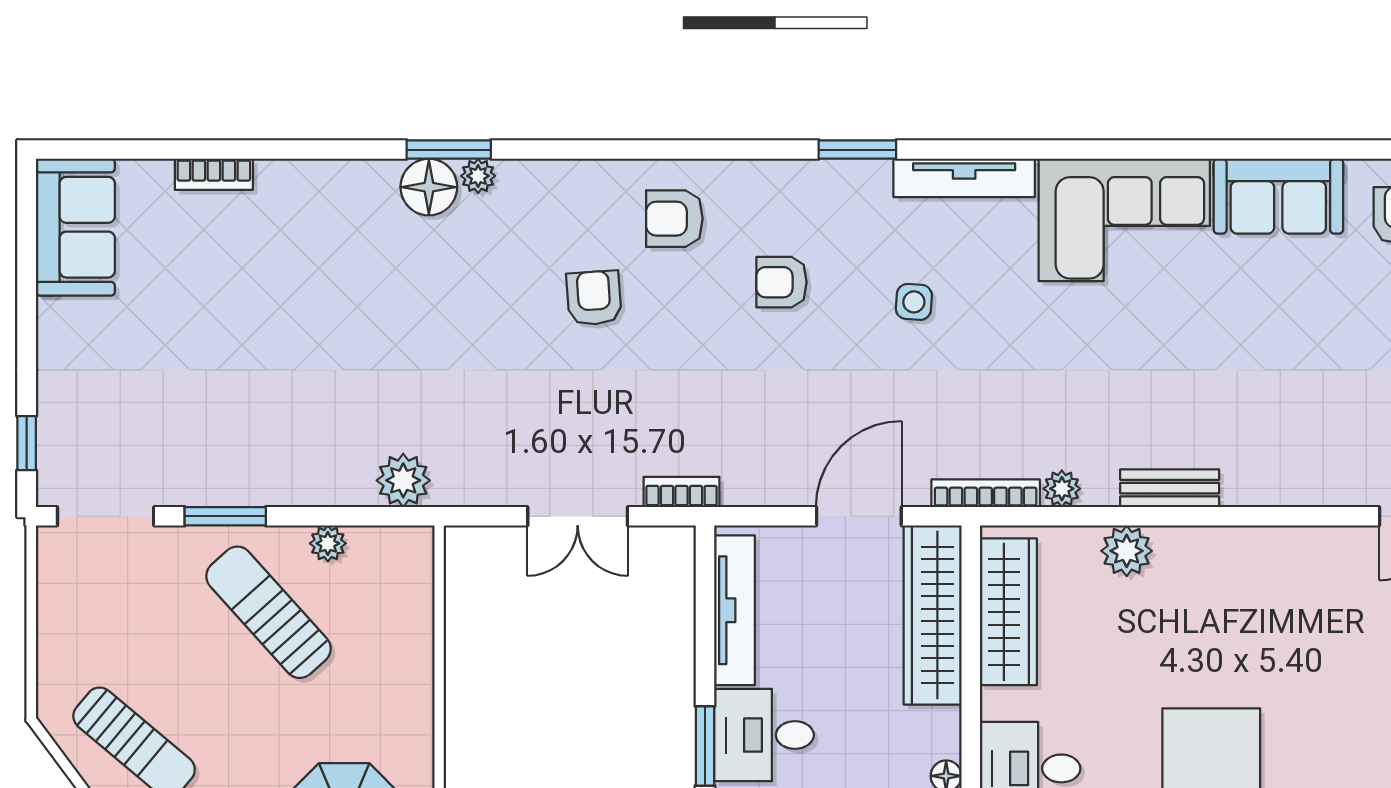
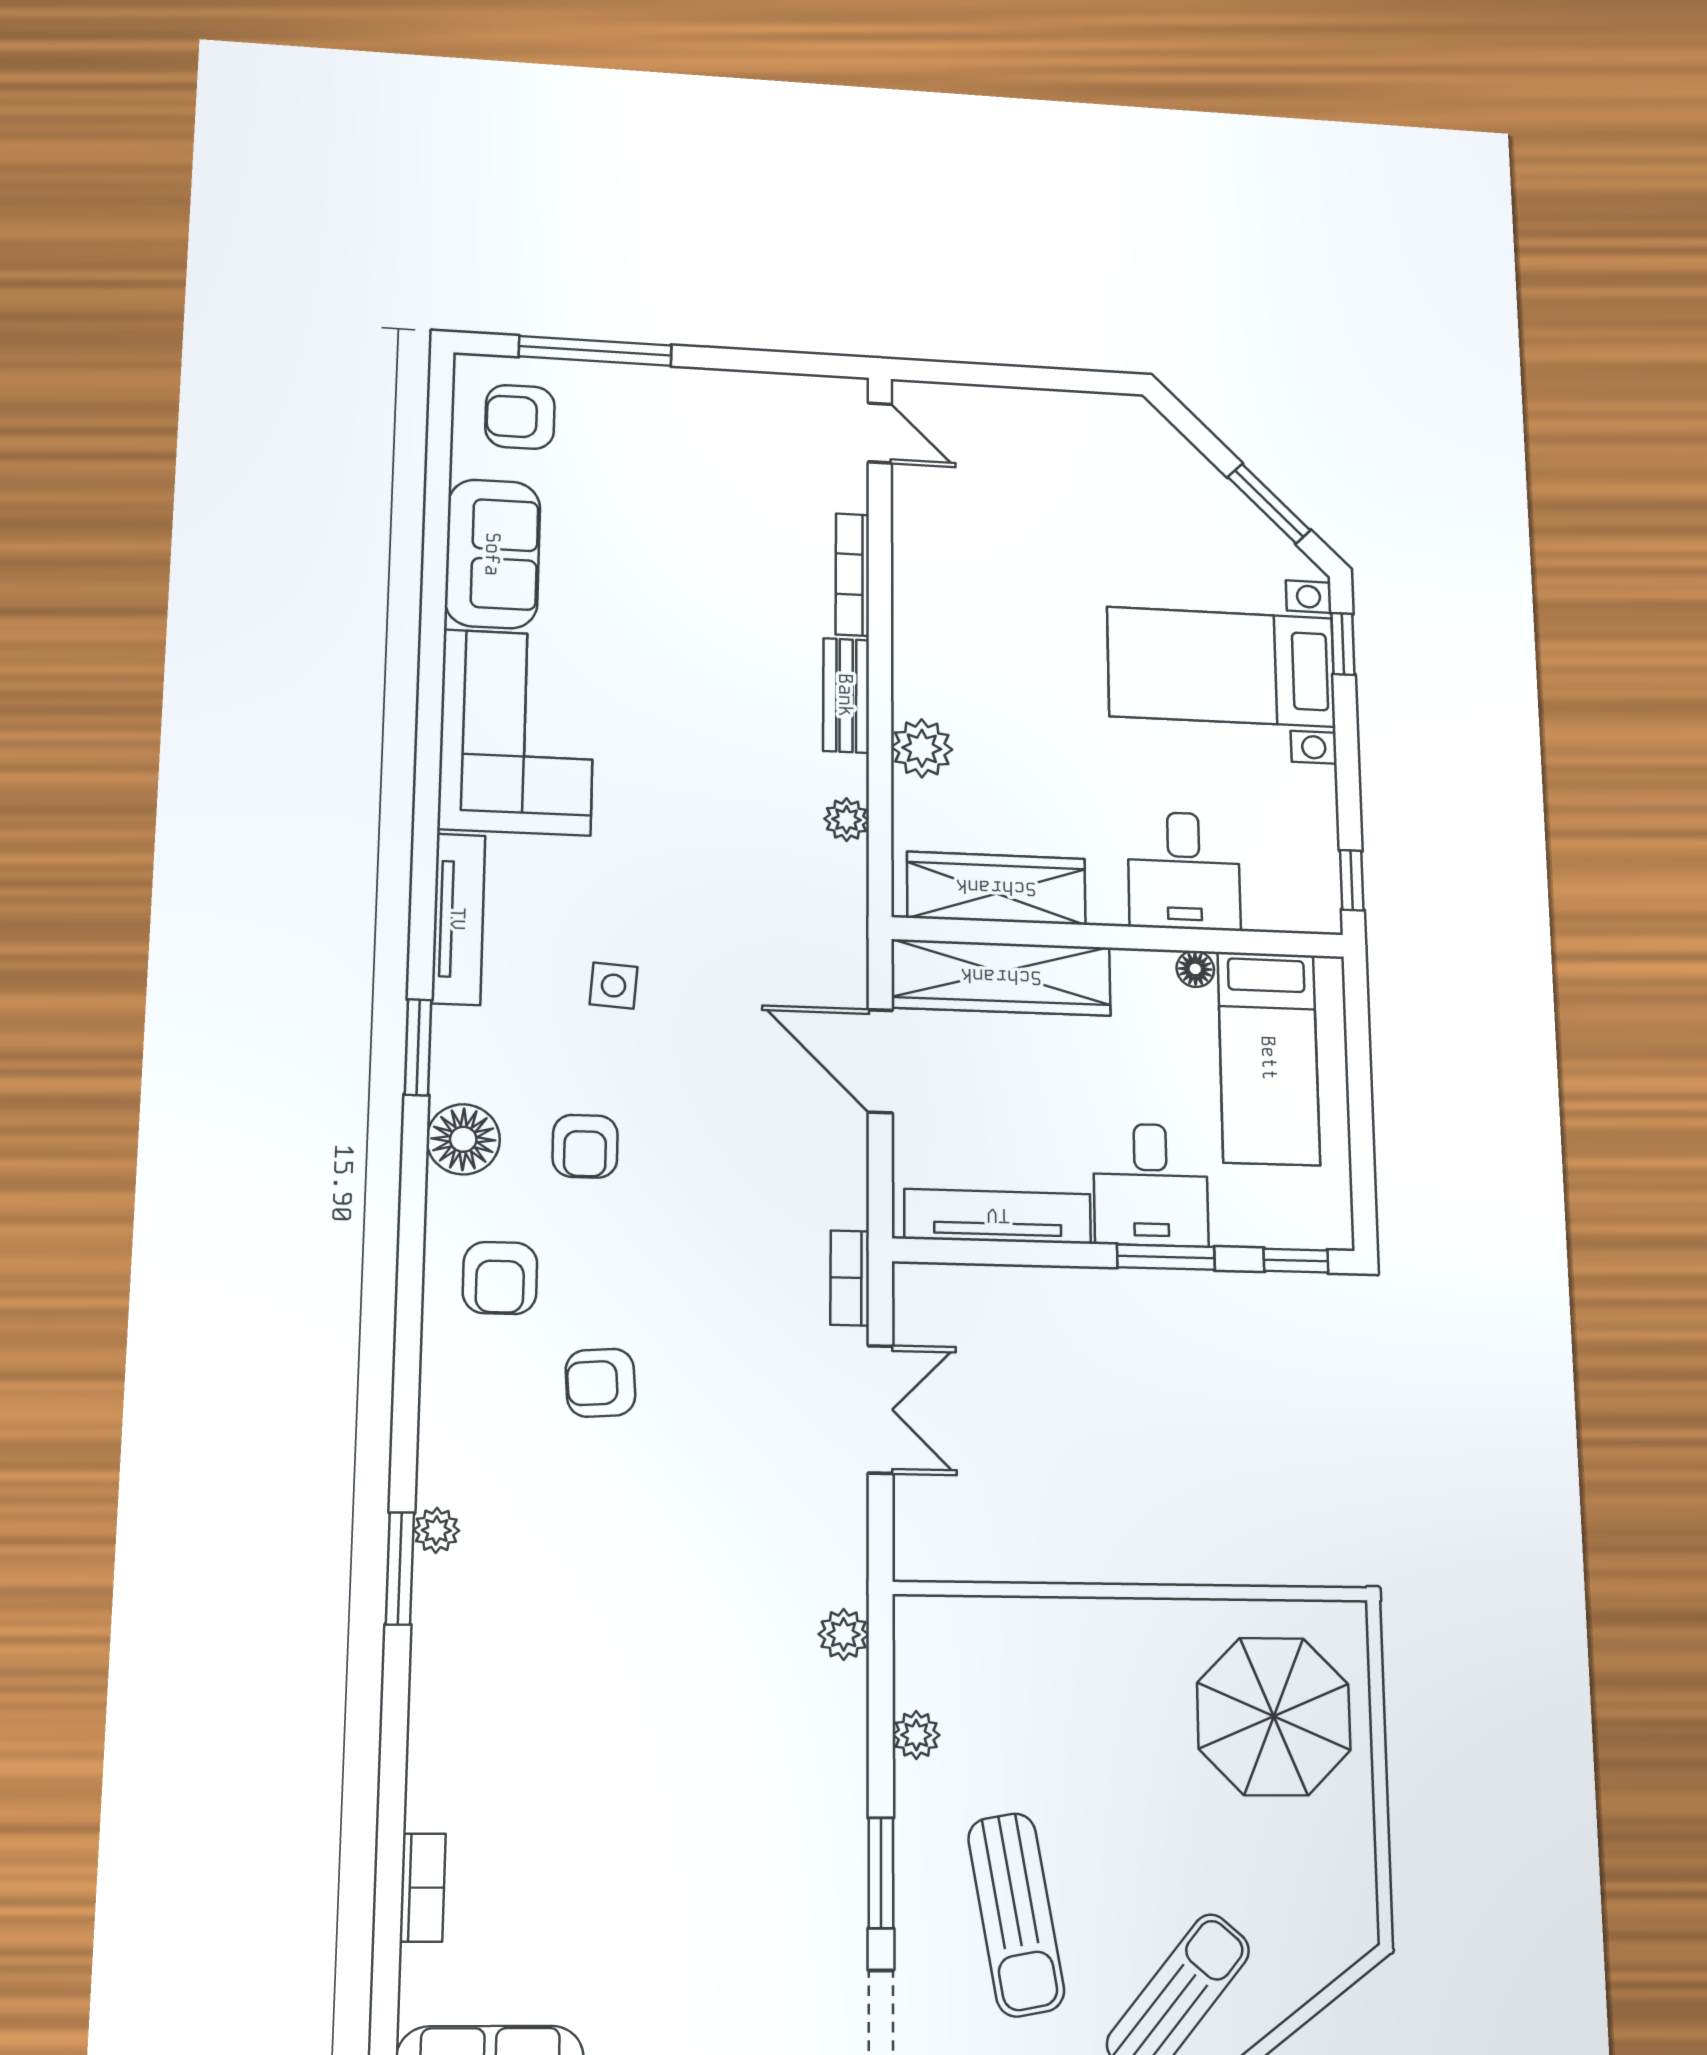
floor lamp: (429, 187) -> (463, 1139), moved
plant: (403, 480) -> (844, 1634), width x0.73, depth x0.73
bookcase: (986, 493) -> (852, 574), moved
sun lounger: (269, 612) -> (1016, 1914), moved, turned -58

